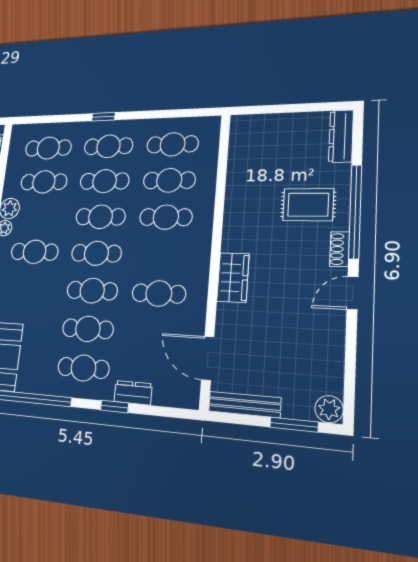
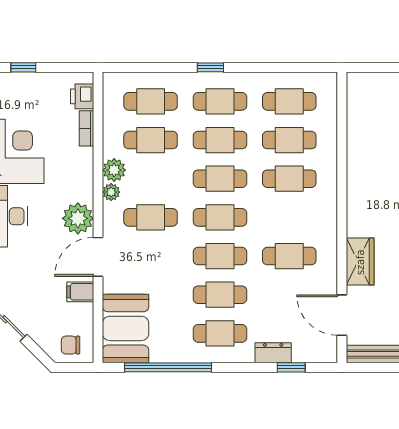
wardrobe: (233, 277) -> (360, 262), moved
window: (115, 407) -> (291, 367), moved

